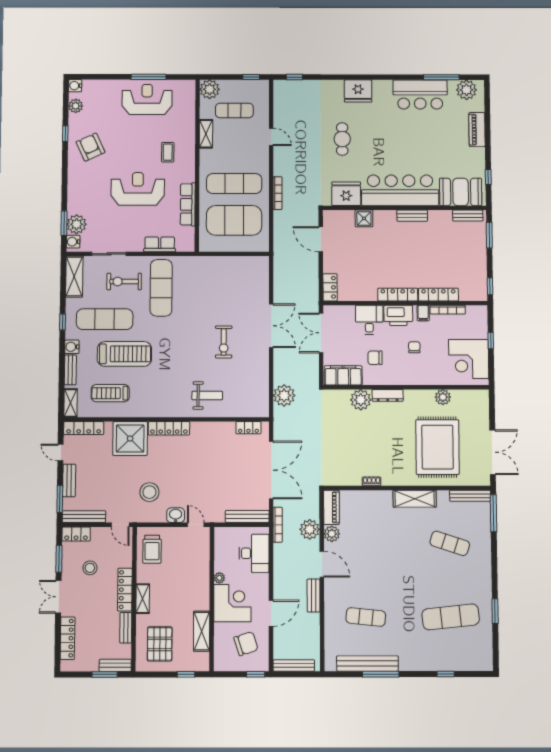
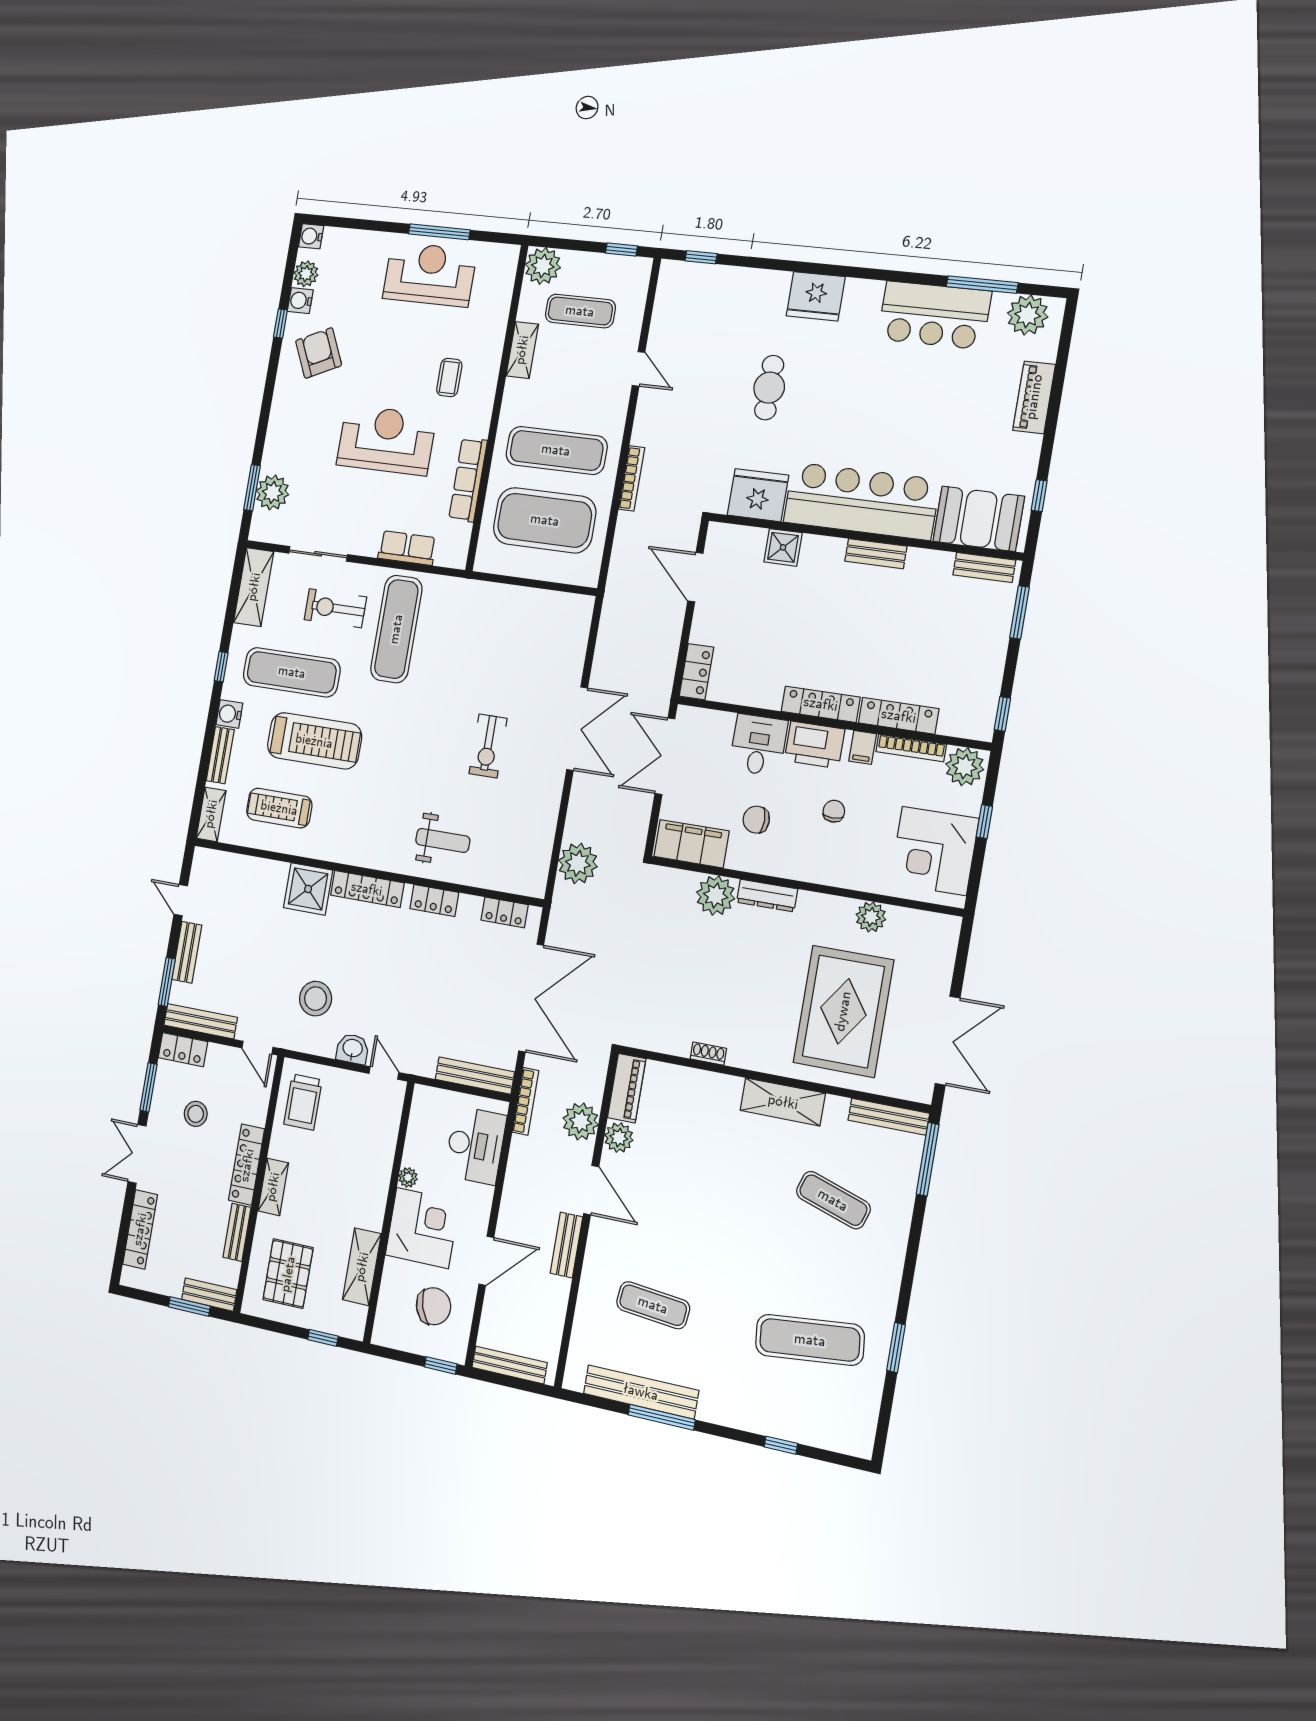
water cooler: (73, 242) -> (300, 301), moved
plant: (476, 315) -> (965, 767), added
locker: (84, 428) -> (434, 901), moved, width x0.66
shower: (130, 439) -> (308, 889), width x0.73, depth x0.73

